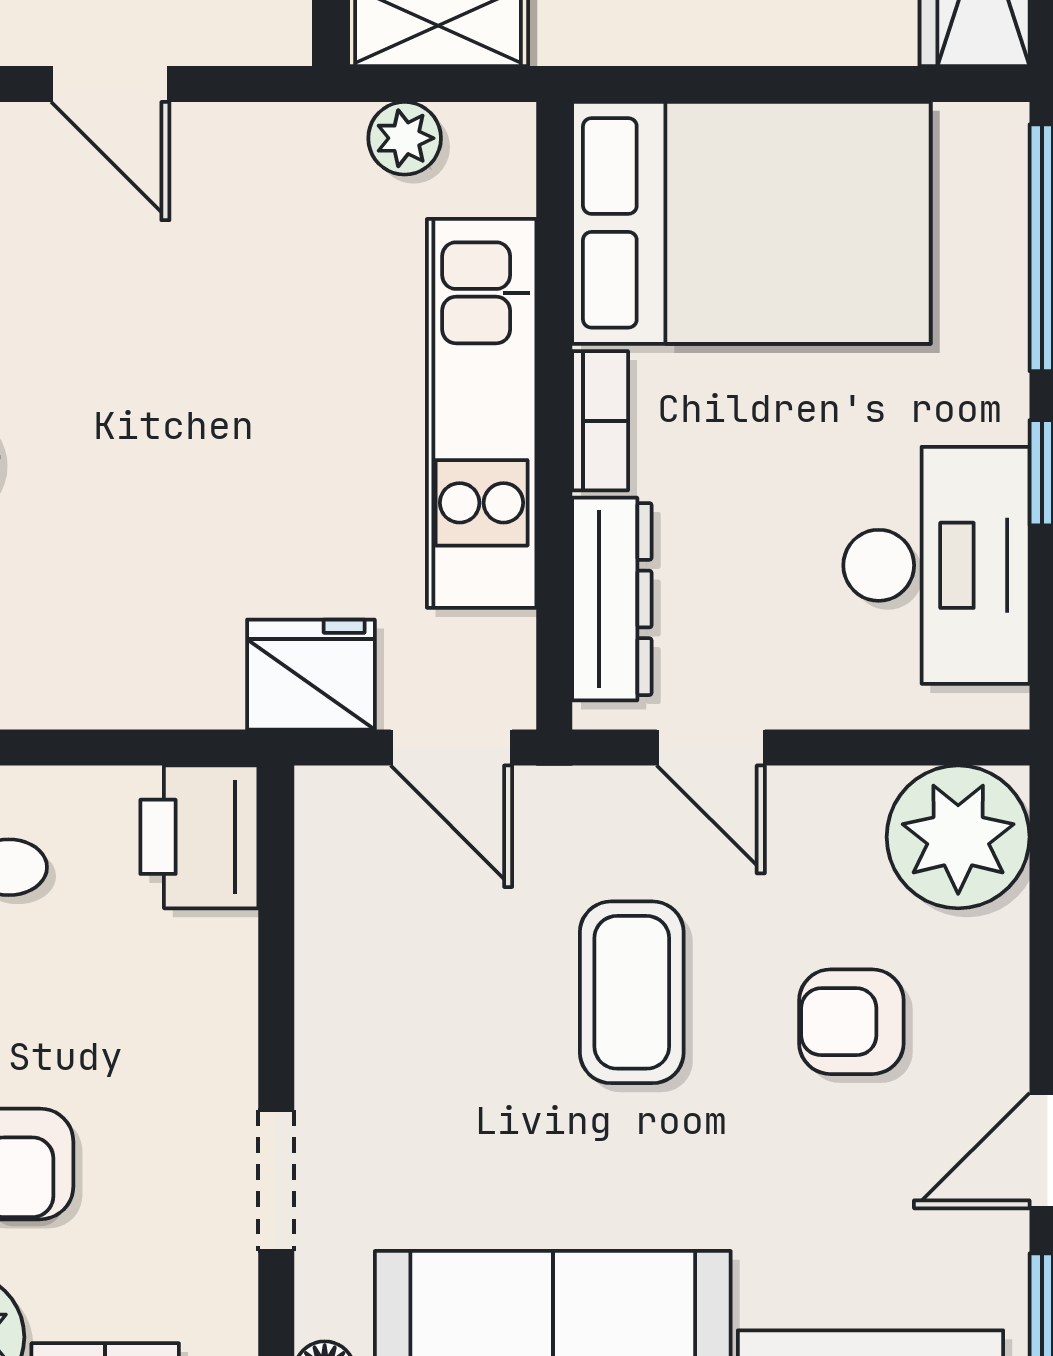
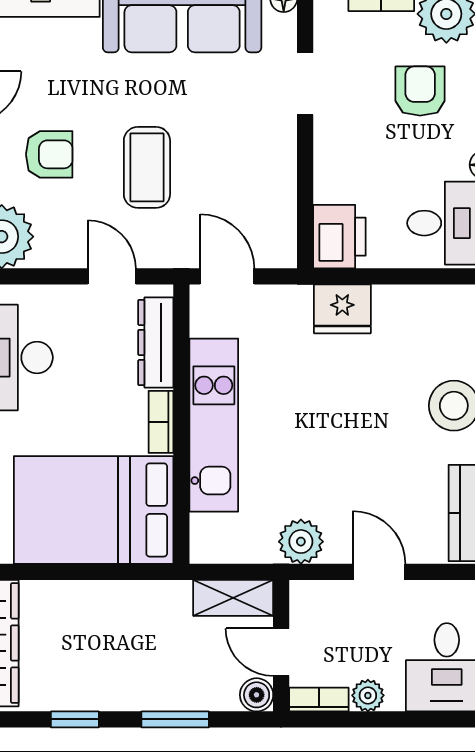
plant: (405, 138) -> (301, 542), moved, width x1.38, depth x1.38
fridge: (311, 675) -> (342, 309), moved

